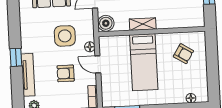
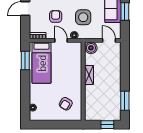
bed: (144, 62) -> (42, 63), moved, turned -90
door: (98, 64) -> (61, 40), hinge flipped

